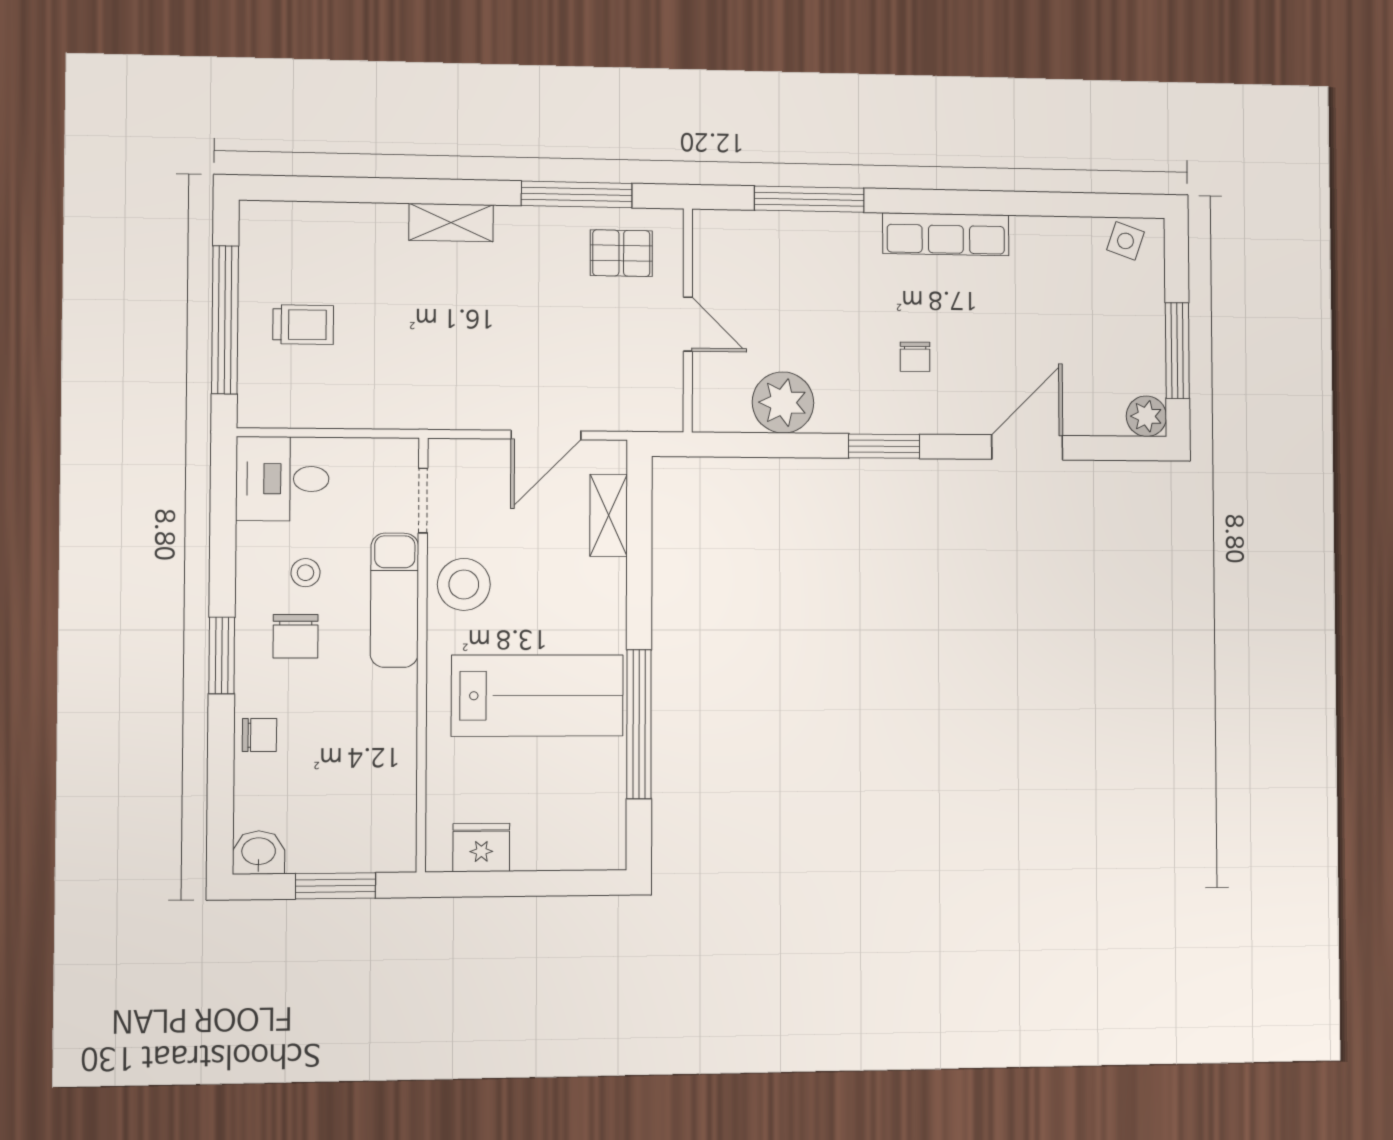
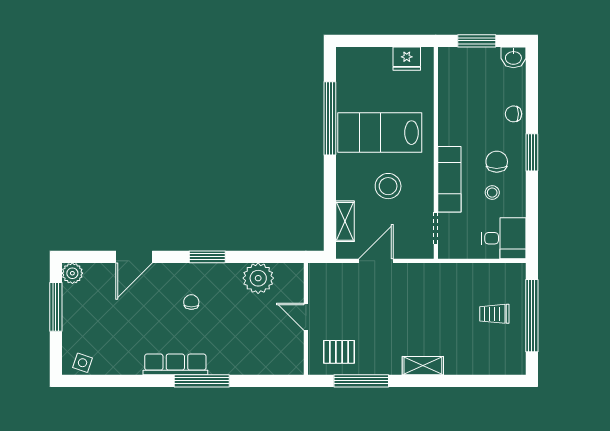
window: (809, 199) -> (202, 381), moved
stool: (464, 584) -> (388, 186), moved

